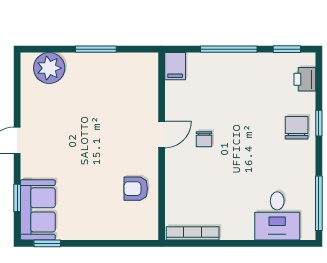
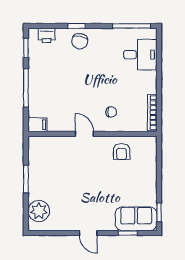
chair: (297, 128) -> (80, 41), turned -80
chair: (204, 139) -> (111, 112), moved

